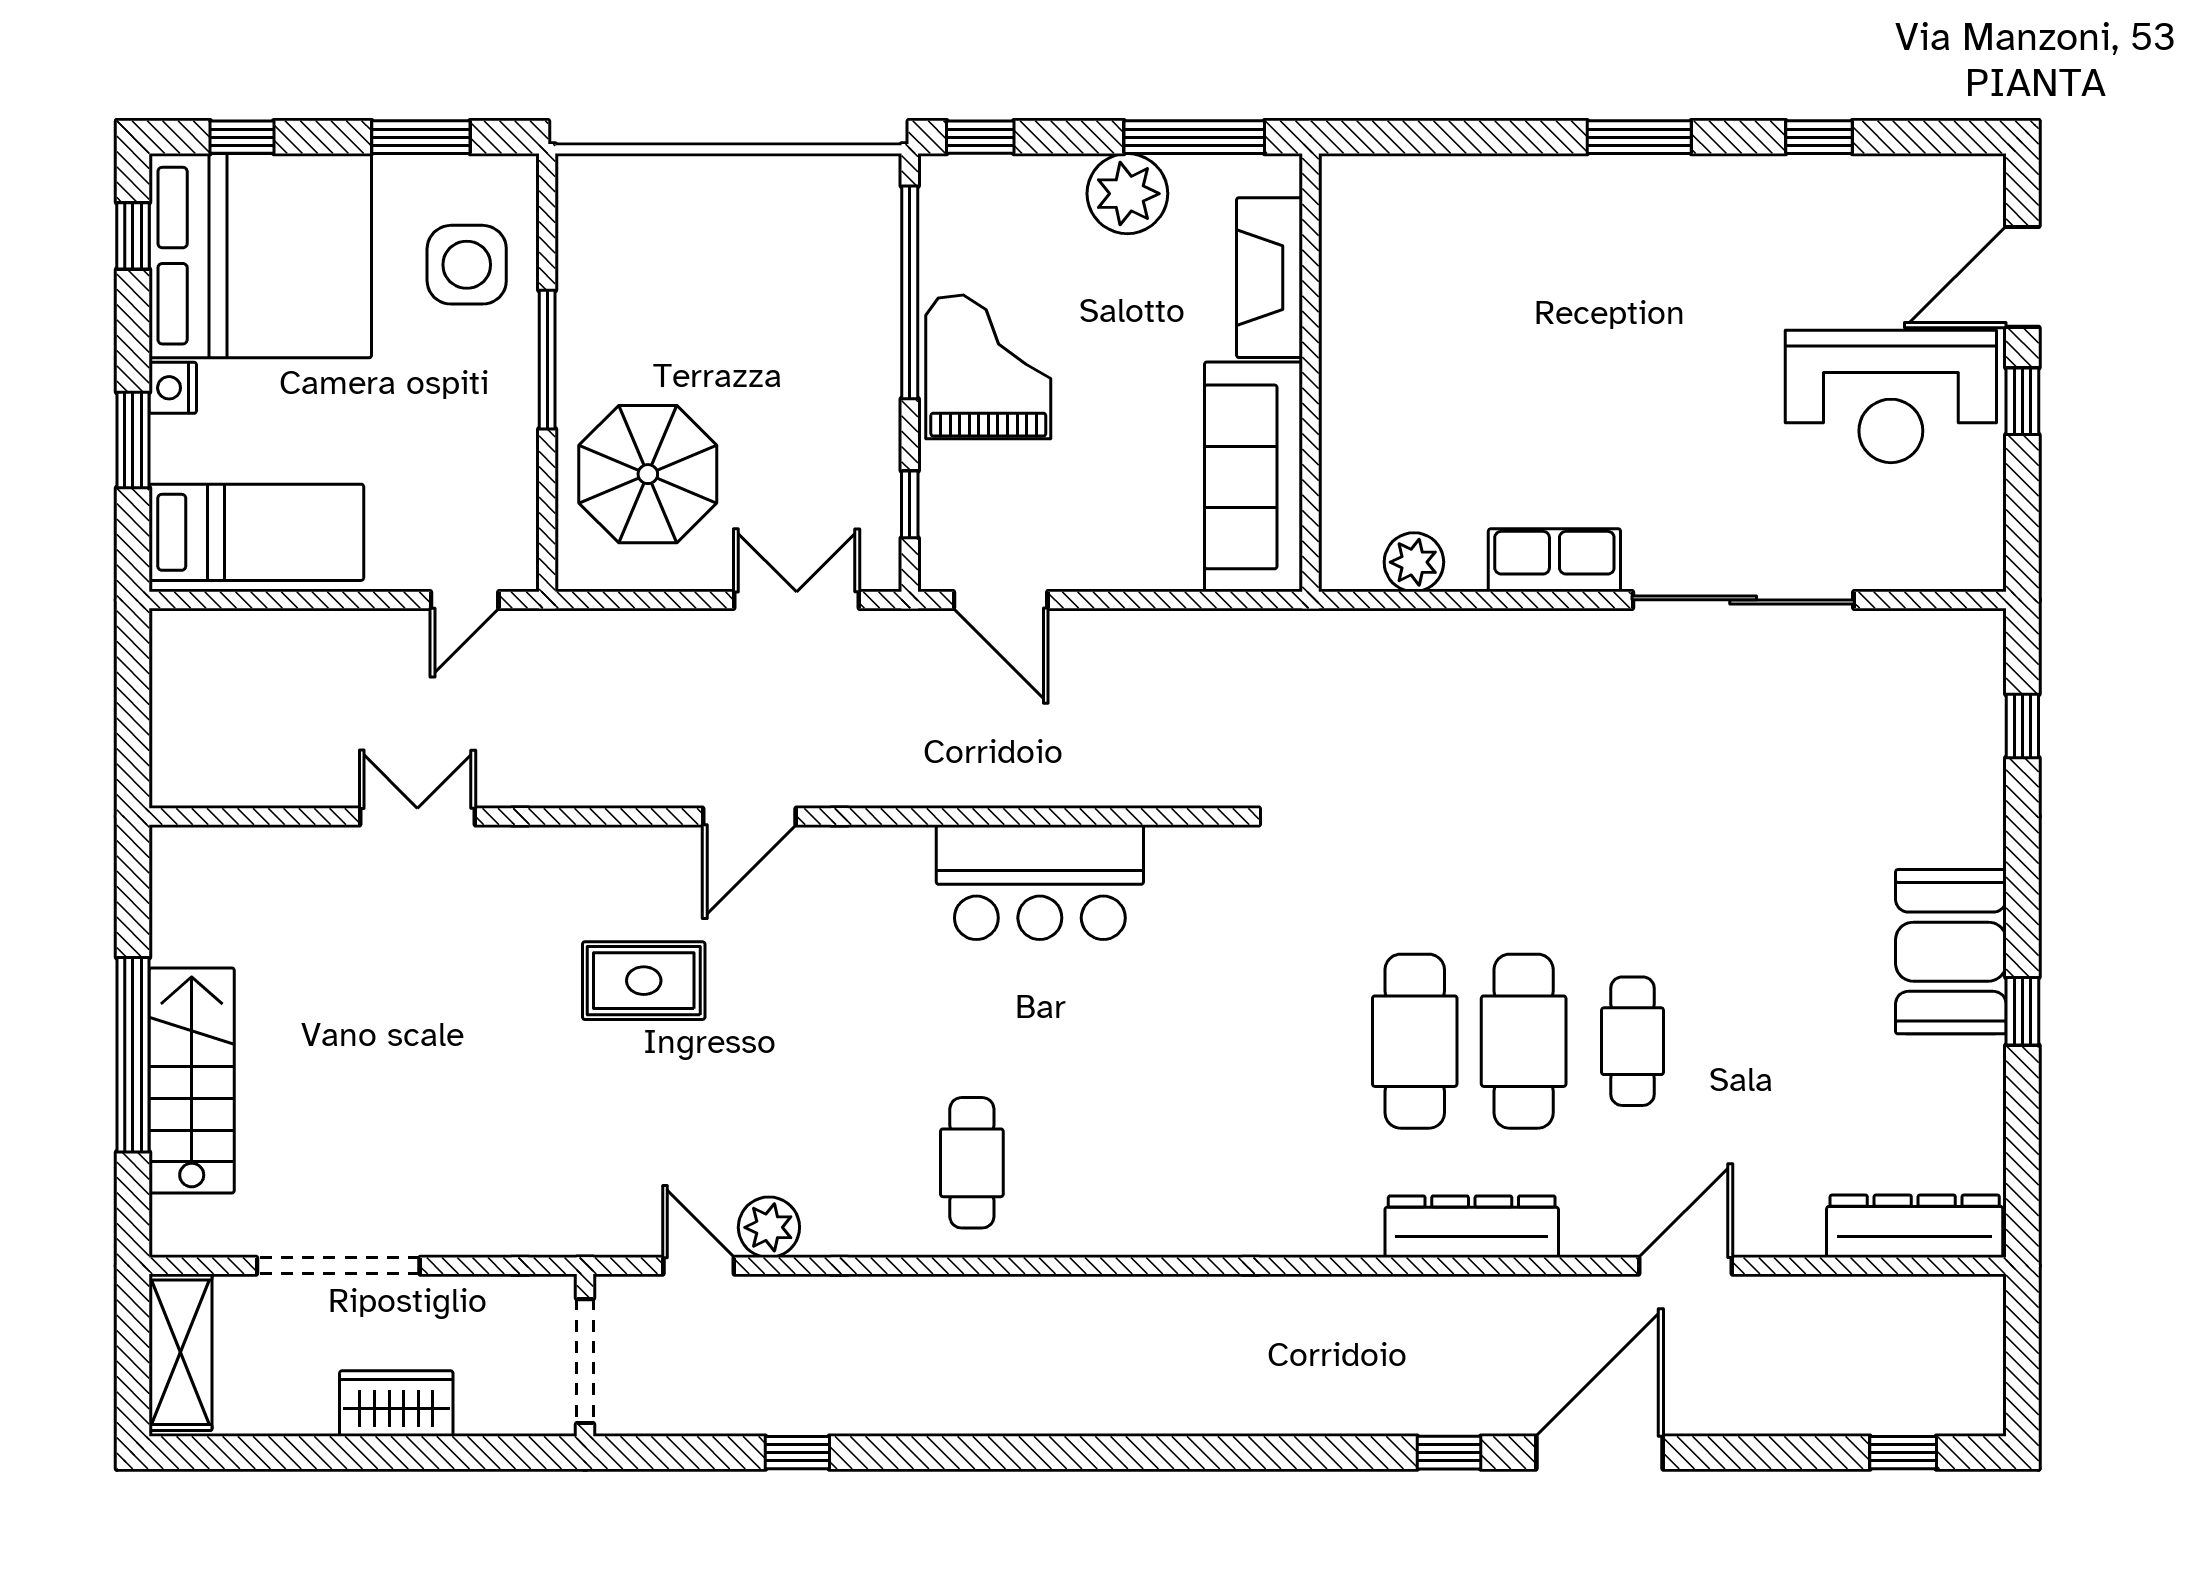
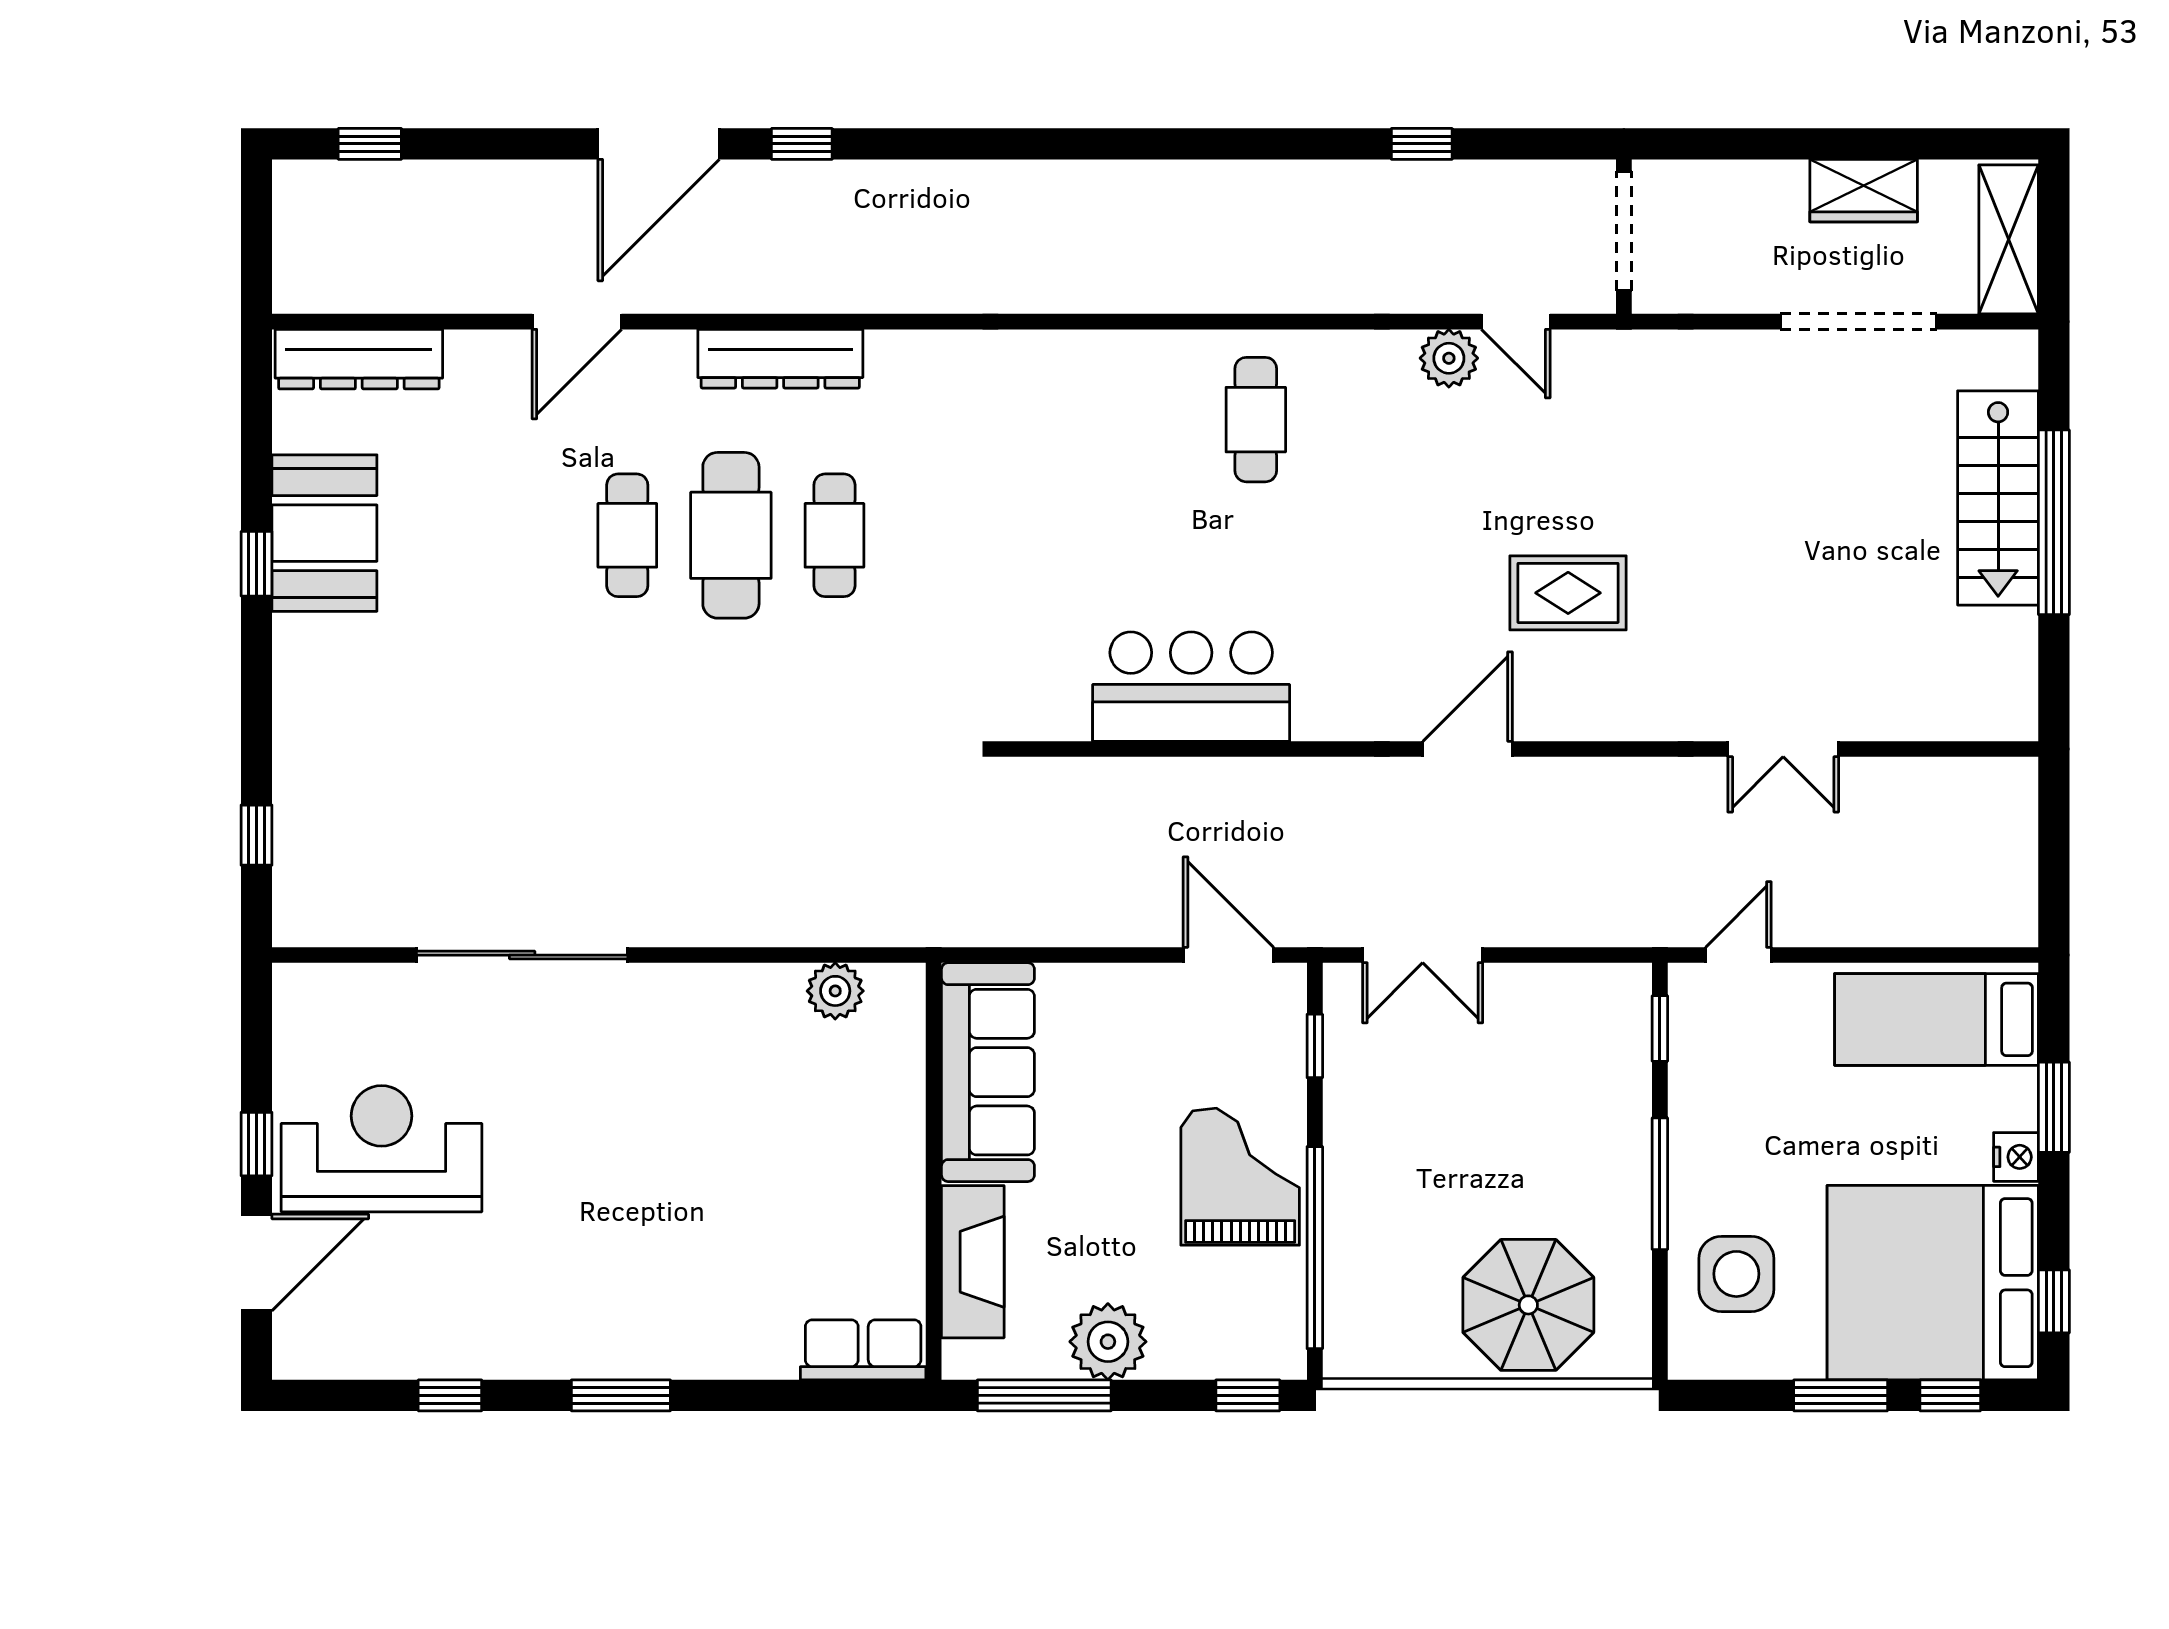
window: (421, 137) -> (1841, 1395), moved
grand piano: (988, 367) -> (1240, 1177), turned 180
parasol: (648, 474) -> (1528, 1305), moved
window: (547, 523) -> (1660, 1029), added
row of seats: (1554, 560) -> (863, 1350), moved, turned 180
booth: (1951, 952) -> (324, 533), moved
cafe table: (1415, 1041) -> (834, 535), width x0.73, depth x0.74
wardrobe: (396, 1404) -> (1864, 191), moved

